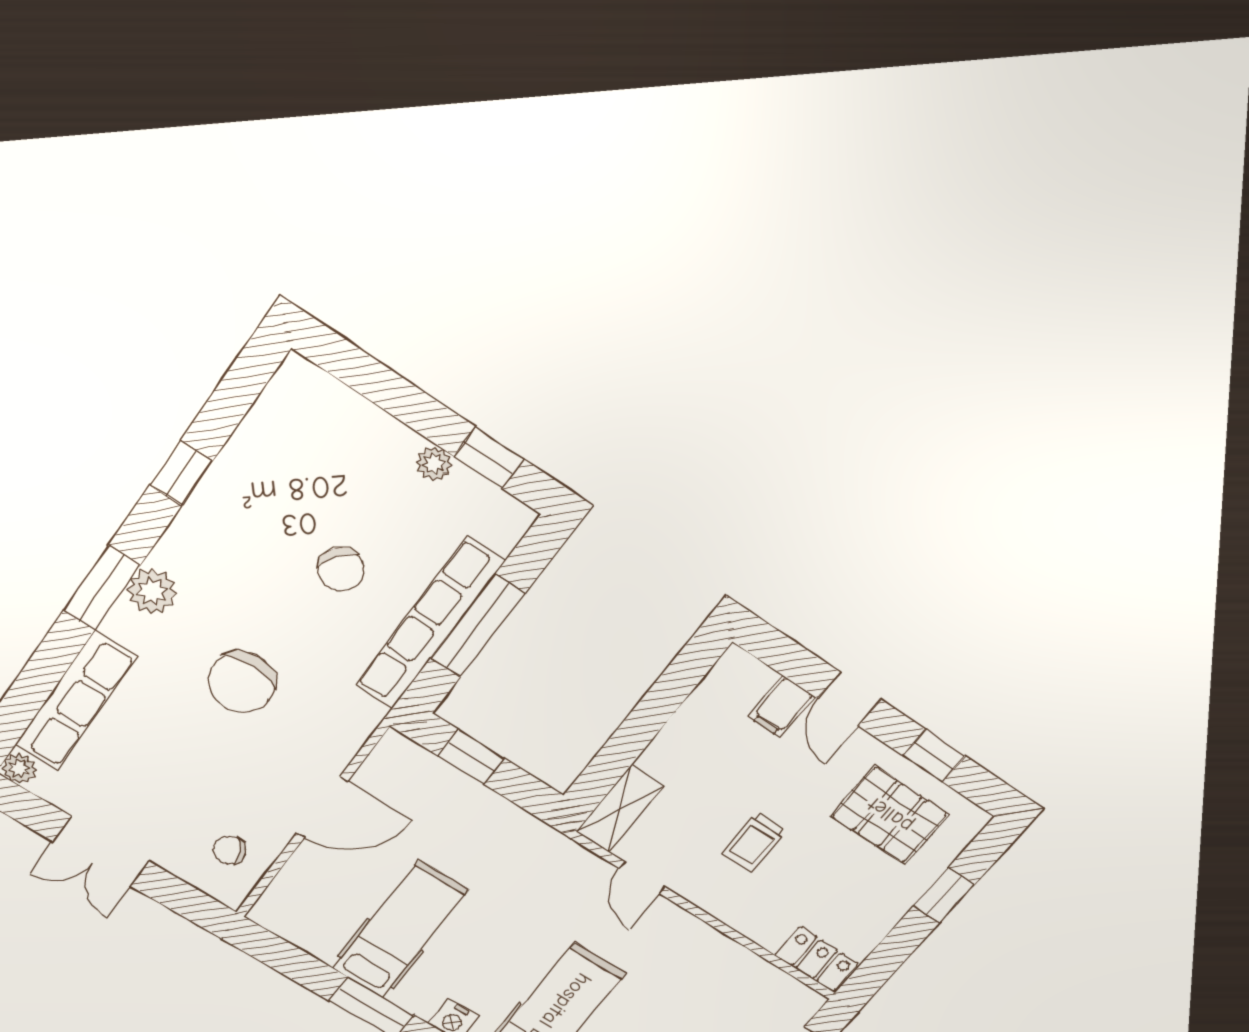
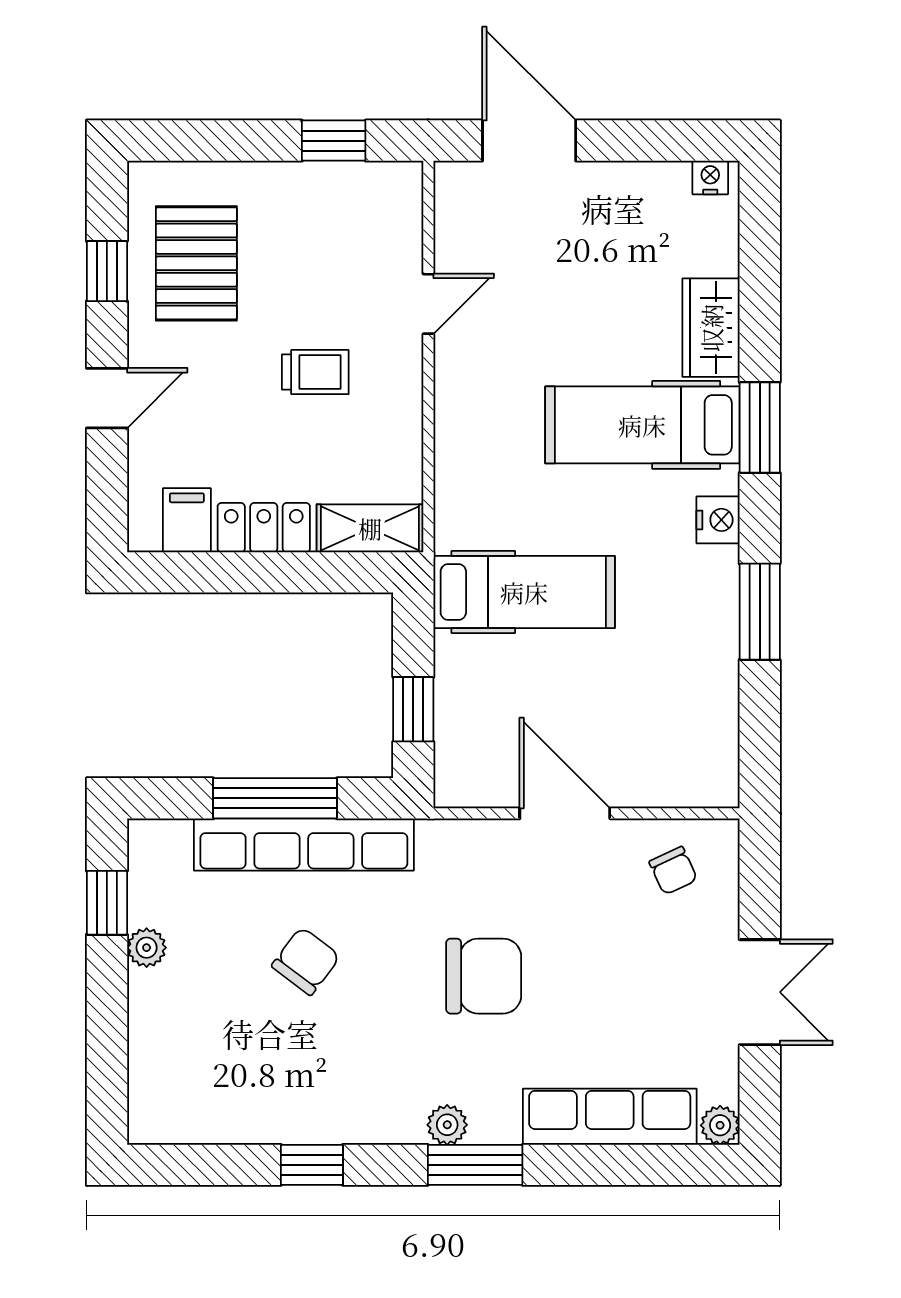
plant: (152, 591) -> (447, 1125), width x0.73, depth x0.73
filing cabinet: (781, 707) -> (187, 520), moved, turned -90
door: (642, 878) -> (428, 304), moved
window: (944, 895) -> (334, 141), moved
hospital bed: (400, 929) -> (524, 592), moved, turned 180
locker: (817, 959) -> (264, 528), moved, turned 90

